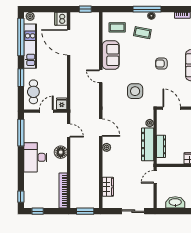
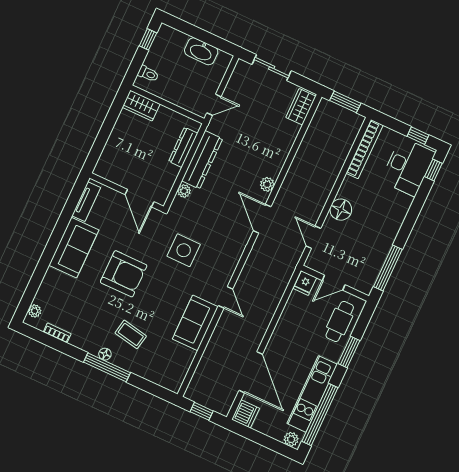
coffee table: (117, 27) -> (166, 361), removed
armchair: (161, 64) -> (124, 274), width x1.88, depth x1.88
desk: (35, 157) -> (408, 167), moved
wardrobe: (108, 187) -> (301, 107), moved

